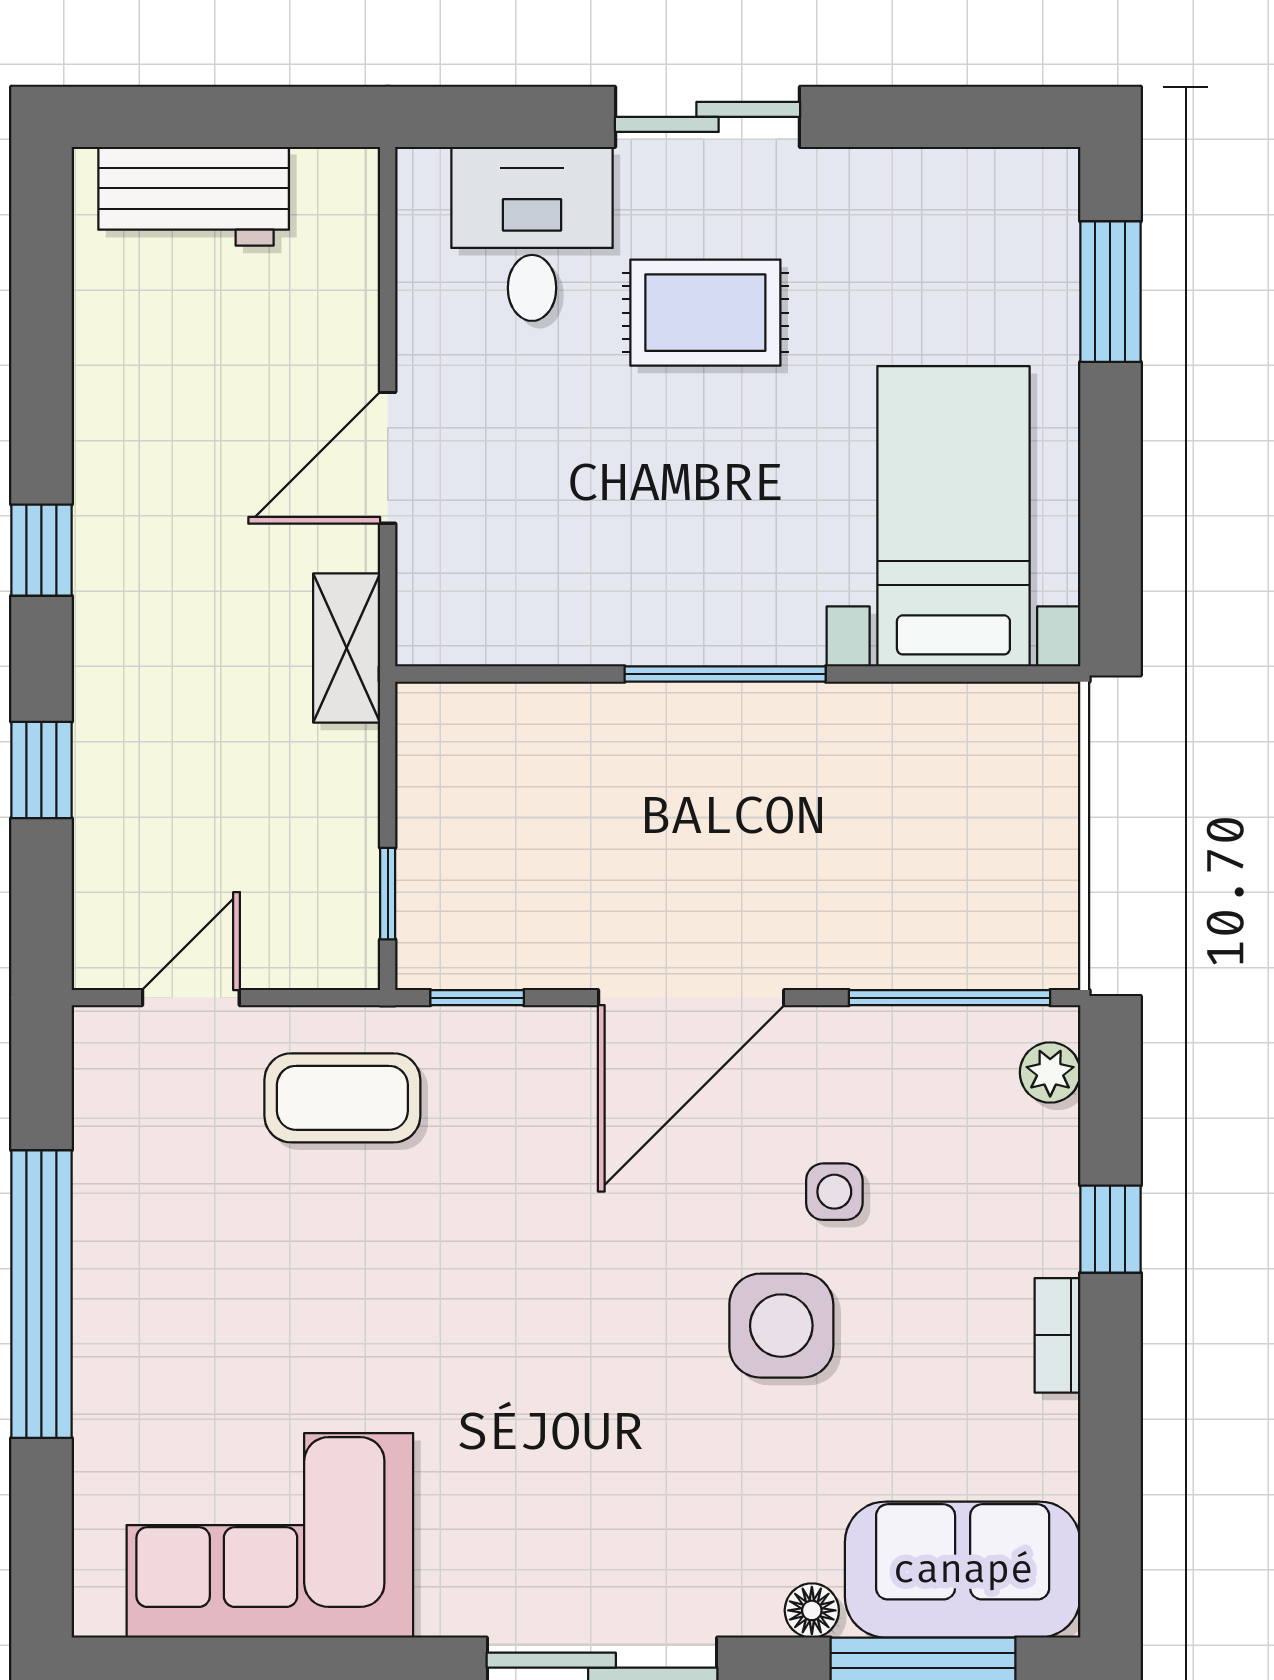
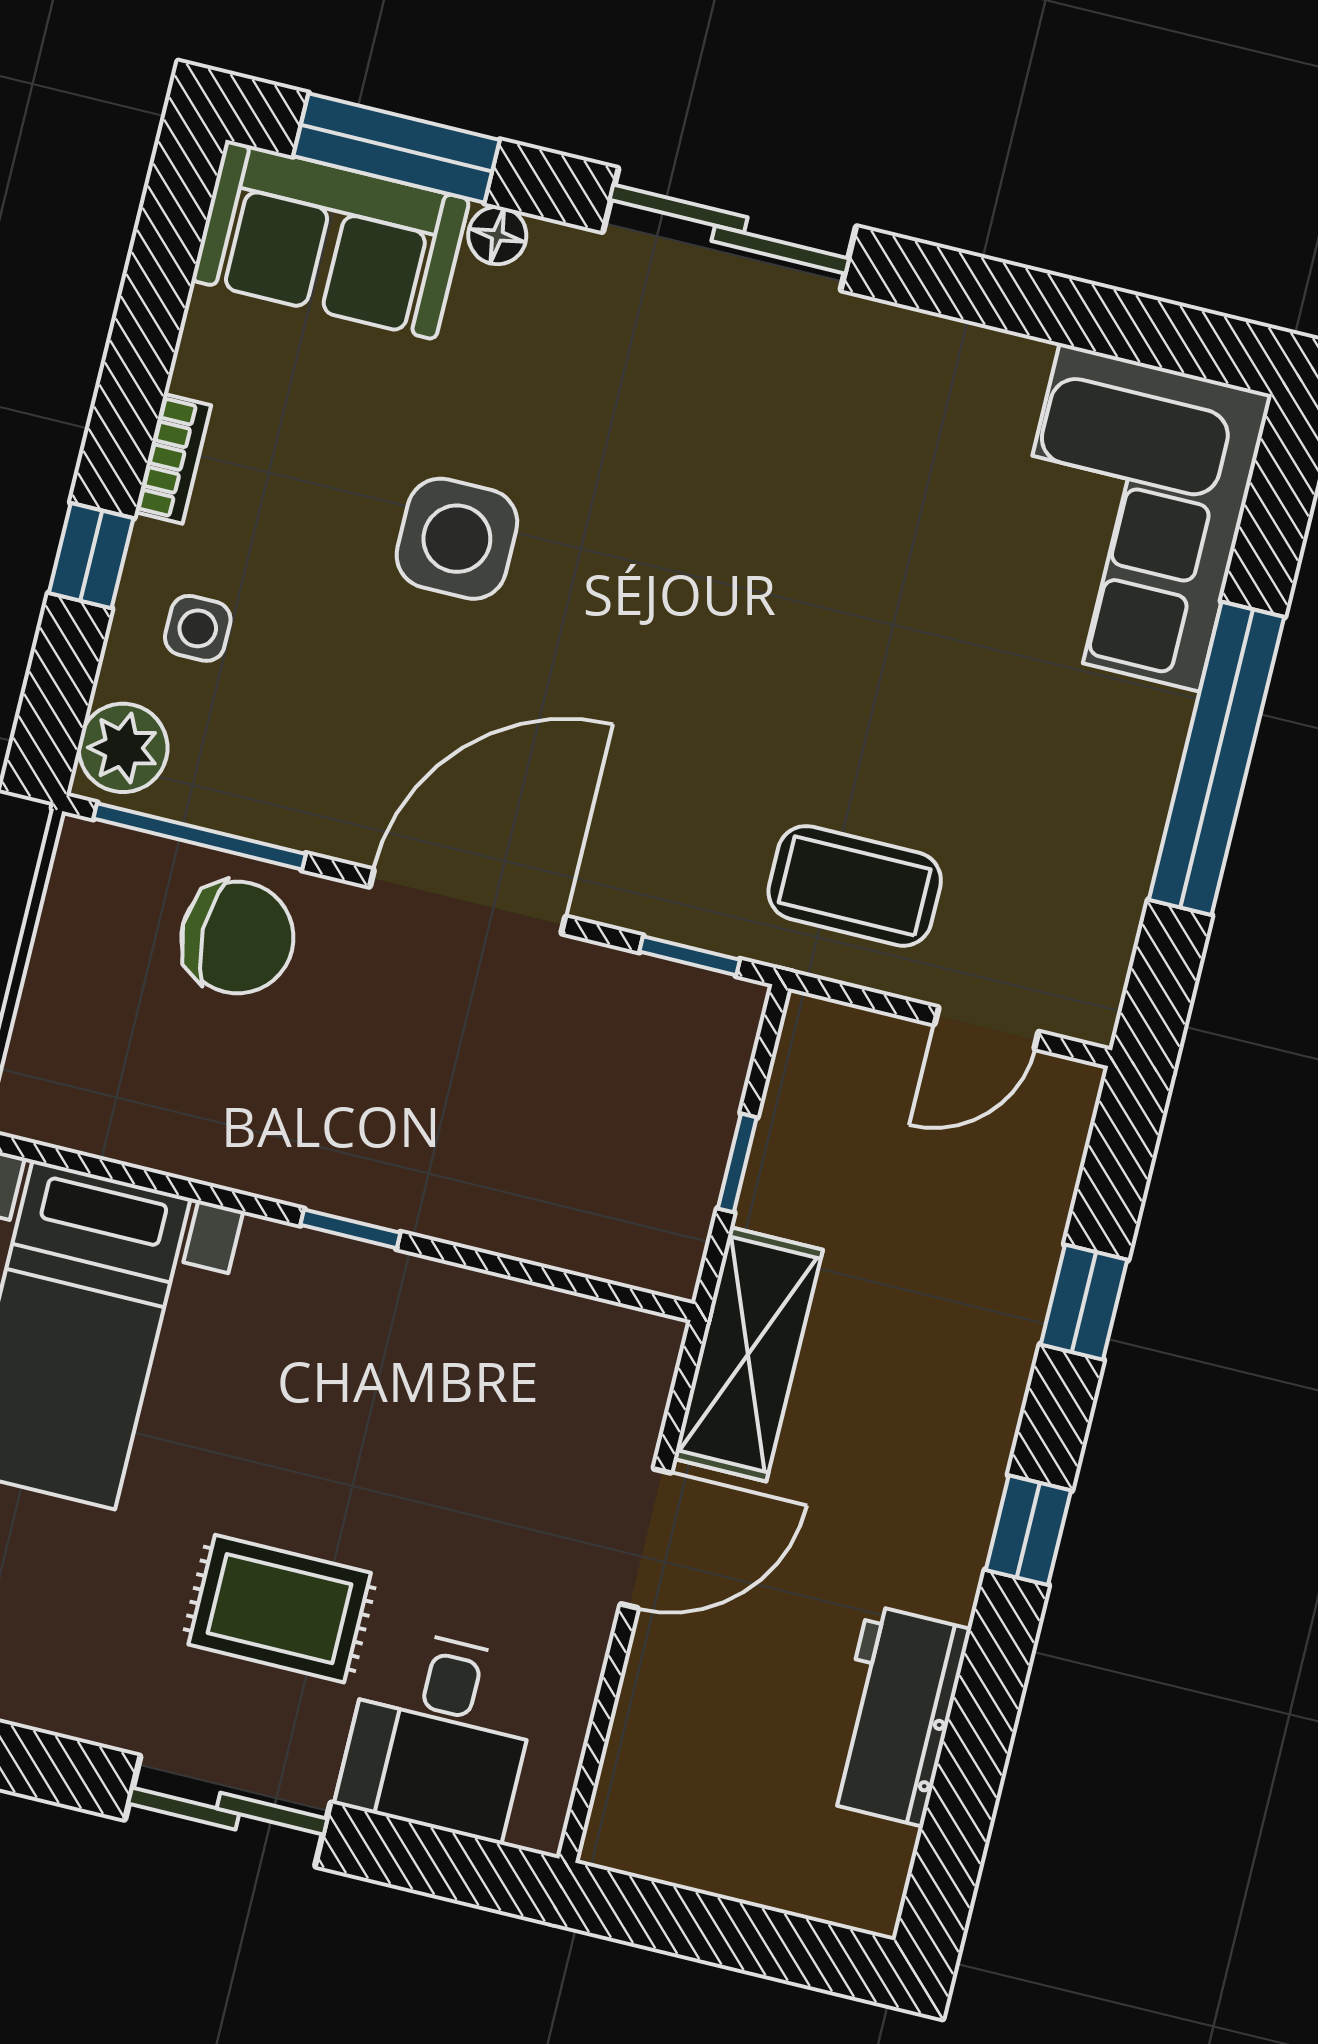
workbench: (194, 196) -> (896, 1715), moved, turned -90
shelving: (347, 648) -> (748, 1354), width x1.50, depth x1.33
window: (725, 674) -> (350, 1229), width x0.46
window: (388, 894) -> (737, 1163), moved
chair: (893, 914) -> (237, 937), added
plant: (1050, 1073) -> (123, 748), width x1.38, depth x1.38
side table: (834, 1192) -> (198, 628), moved
corner sofa: (270, 1535) -> (1130, 517), moved, turned 90

